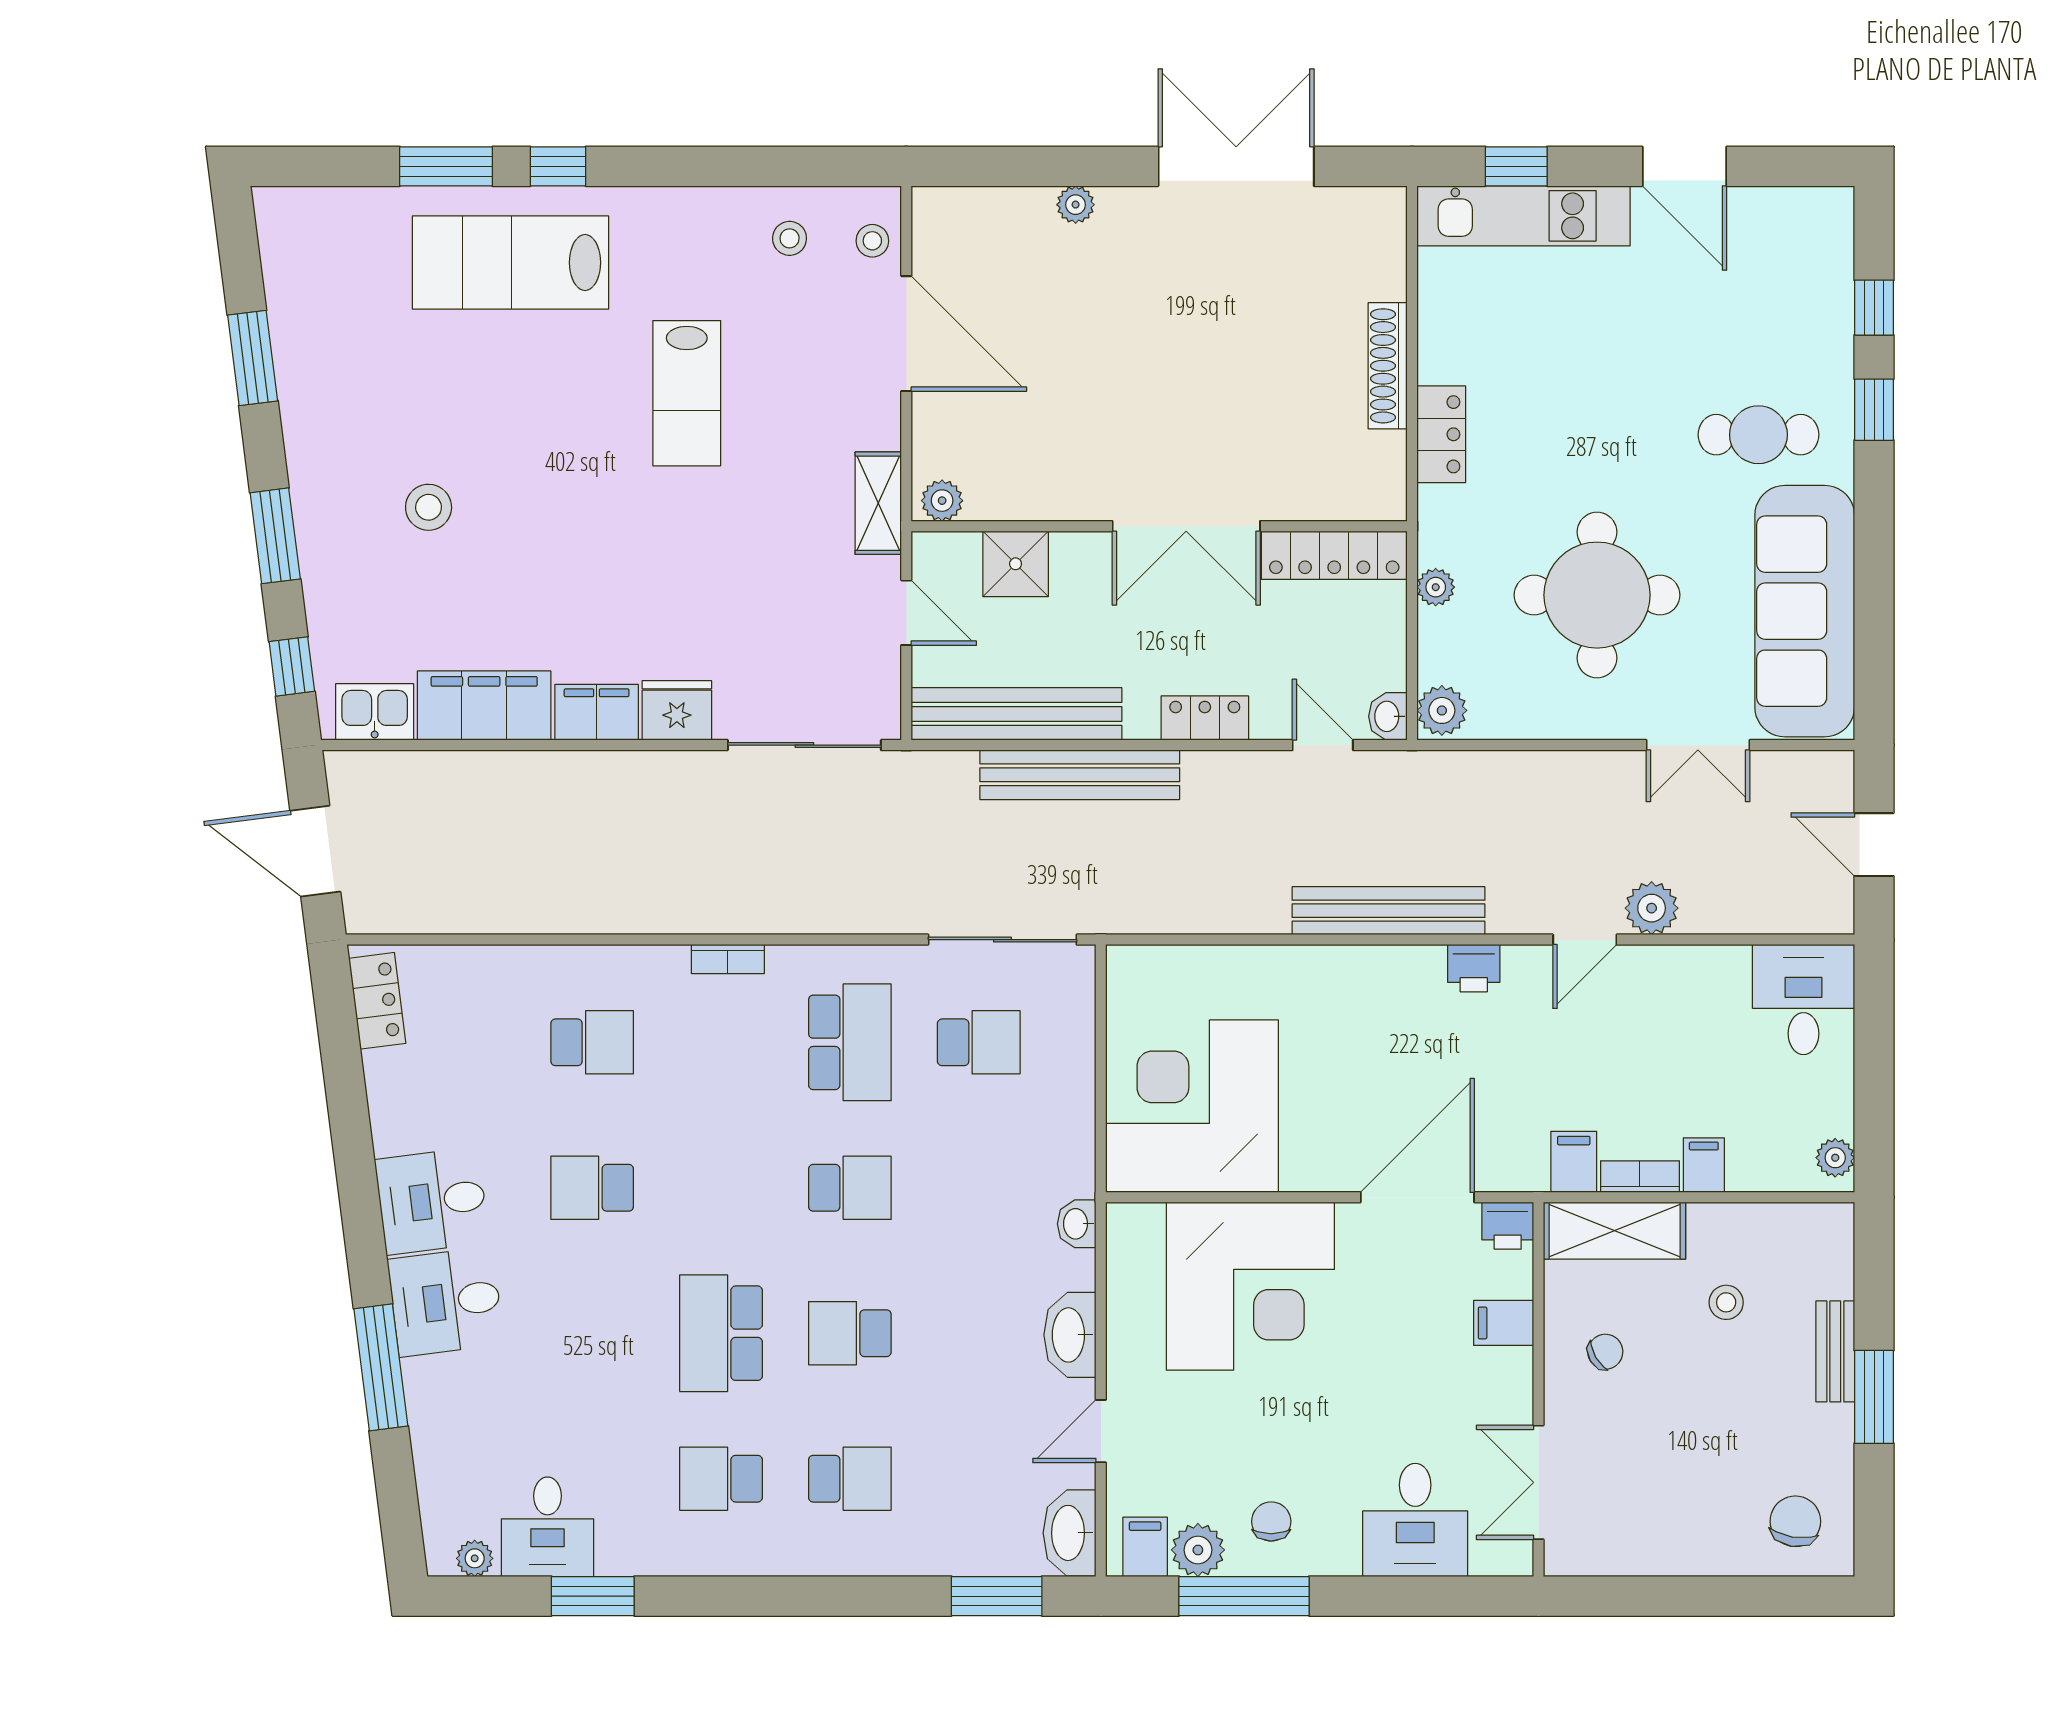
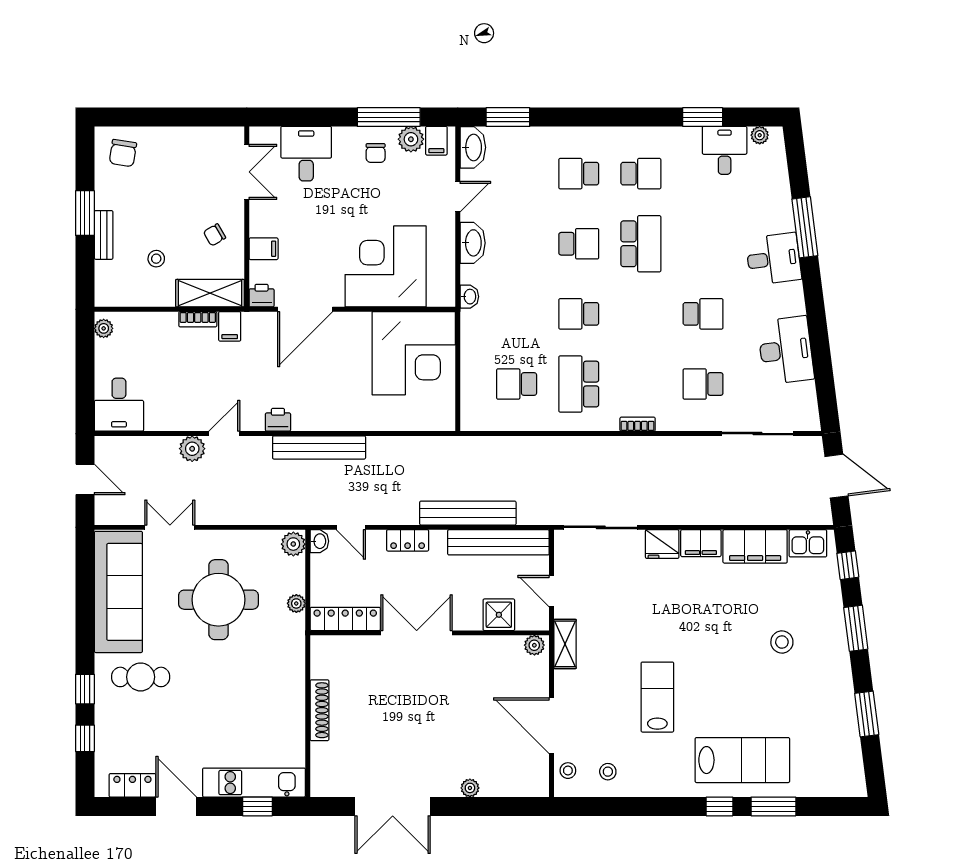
locker: (1441, 434) -> (132, 785), moved, turned 90
sliding door: (1002, 940) -> (757, 434), moved
locker: (377, 1001) -> (807, 404), removed
filing cabinet: (1704, 1165) -> (167, 325), removed
desk: (432, 1201) -> (786, 350), moved, width x1.37

